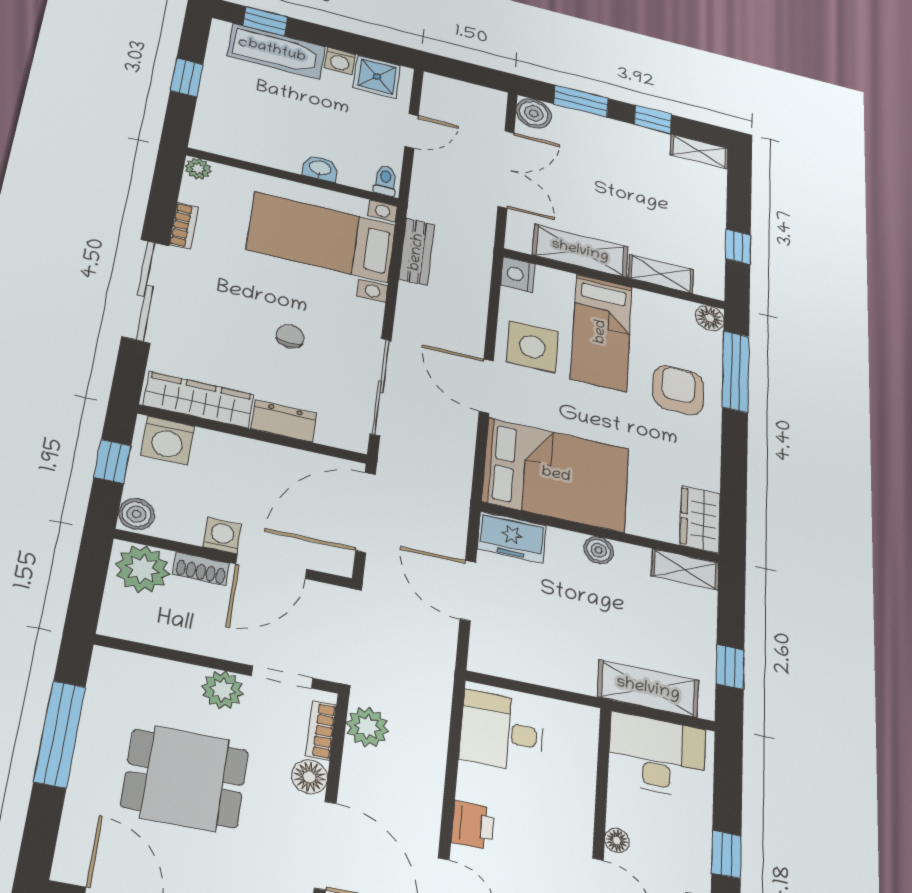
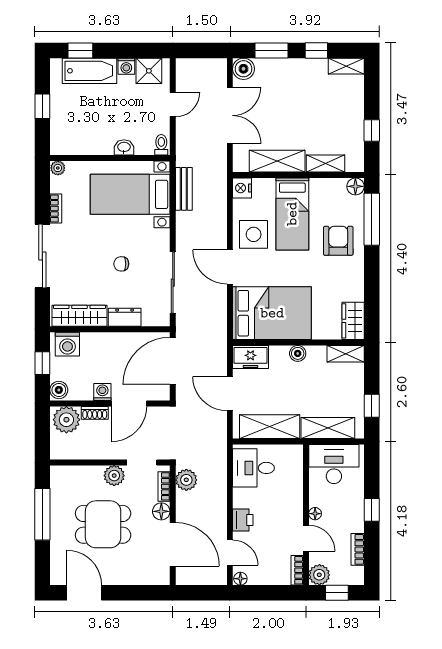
chair: (290, 336) -> (121, 264), turned -90
shelving: (539, 664) -> (270, 427), added

